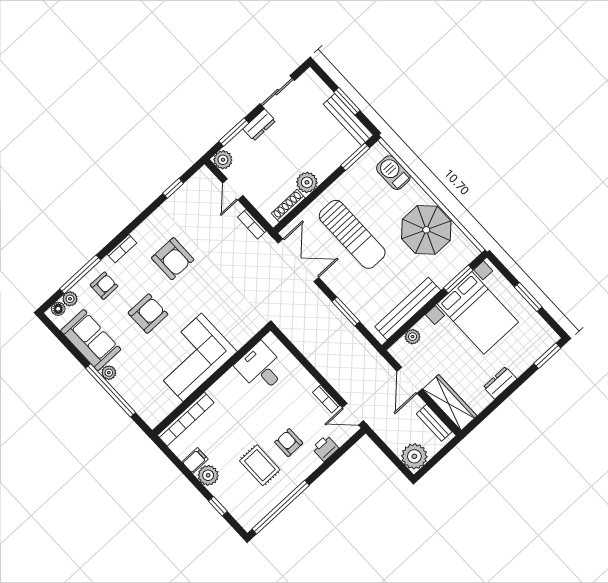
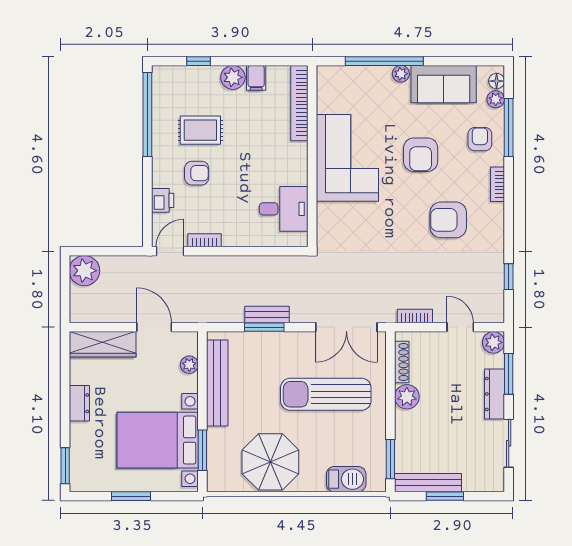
dresser: (259, 125) -> (495, 394), width x1.44
armchair: (104, 286) -> (480, 139), turned 180
bench: (434, 423) -> (267, 315), moved

